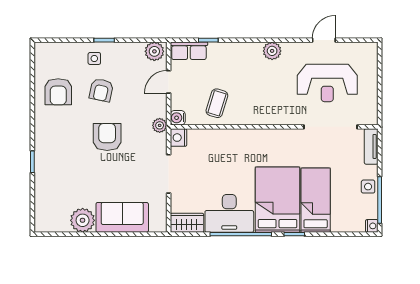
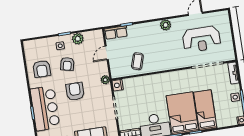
plant: (154, 51) -> (78, 39), moved
water cooler: (178, 118) -> (115, 73), removed
bar counter: (54, 157) -> (45, 108), added

